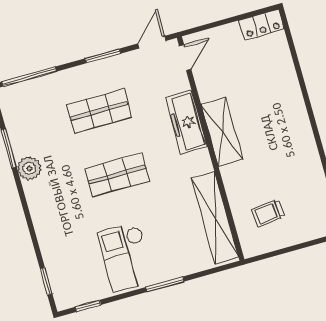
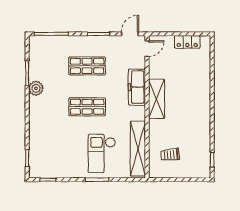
locker: (262, 25) -> (187, 42), moved
checkout: (126, 257) -> (102, 154), moved

